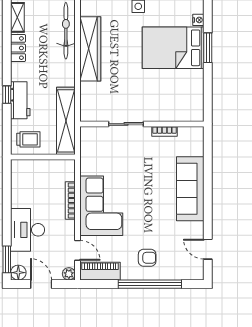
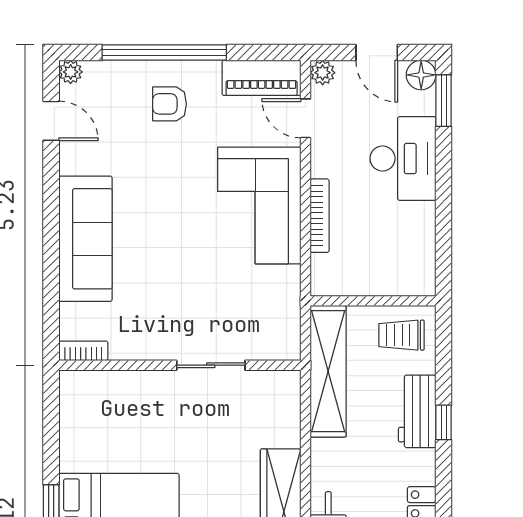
bookcase: (164, 131) -> (83, 351), moved
plant: (198, 274) -> (71, 72), added

